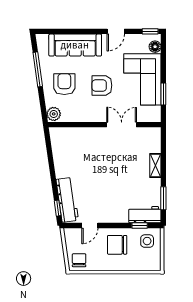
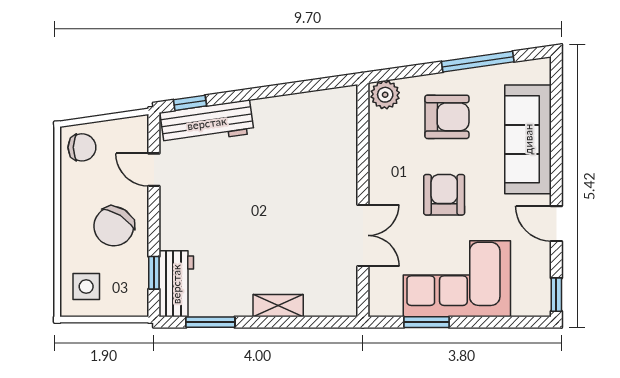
floor lamp: (155, 47) -> (525, 305), removed
side table: (147, 241) -> (86, 287), moved
chair: (117, 245) -> (114, 226), turned -148

